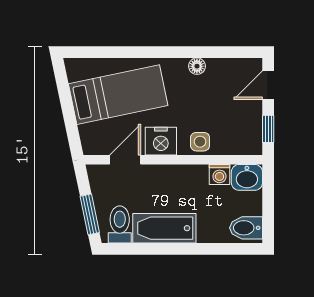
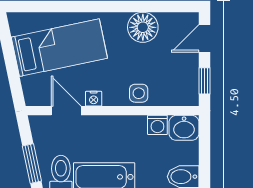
floor lamp: (197, 66) -> (143, 27), width x1.89, depth x1.89
nightstand: (161, 141) -> (94, 99), width x0.53, depth x0.56
door: (125, 160) -> (66, 111), hinge flipped

